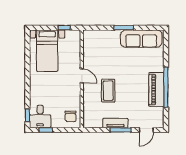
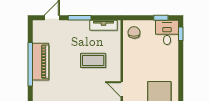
door: (82, 76) -> (122, 89), moved
coffee table: (108, 91) -> (93, 60), turned 90
tv unit: (115, 123) -> (104, 25), moved

